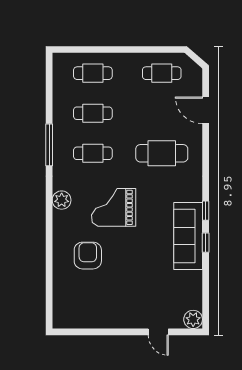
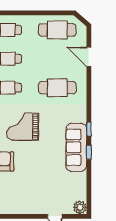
cafe table: (162, 73) -> (57, 30), width x1.37, depth x1.35

